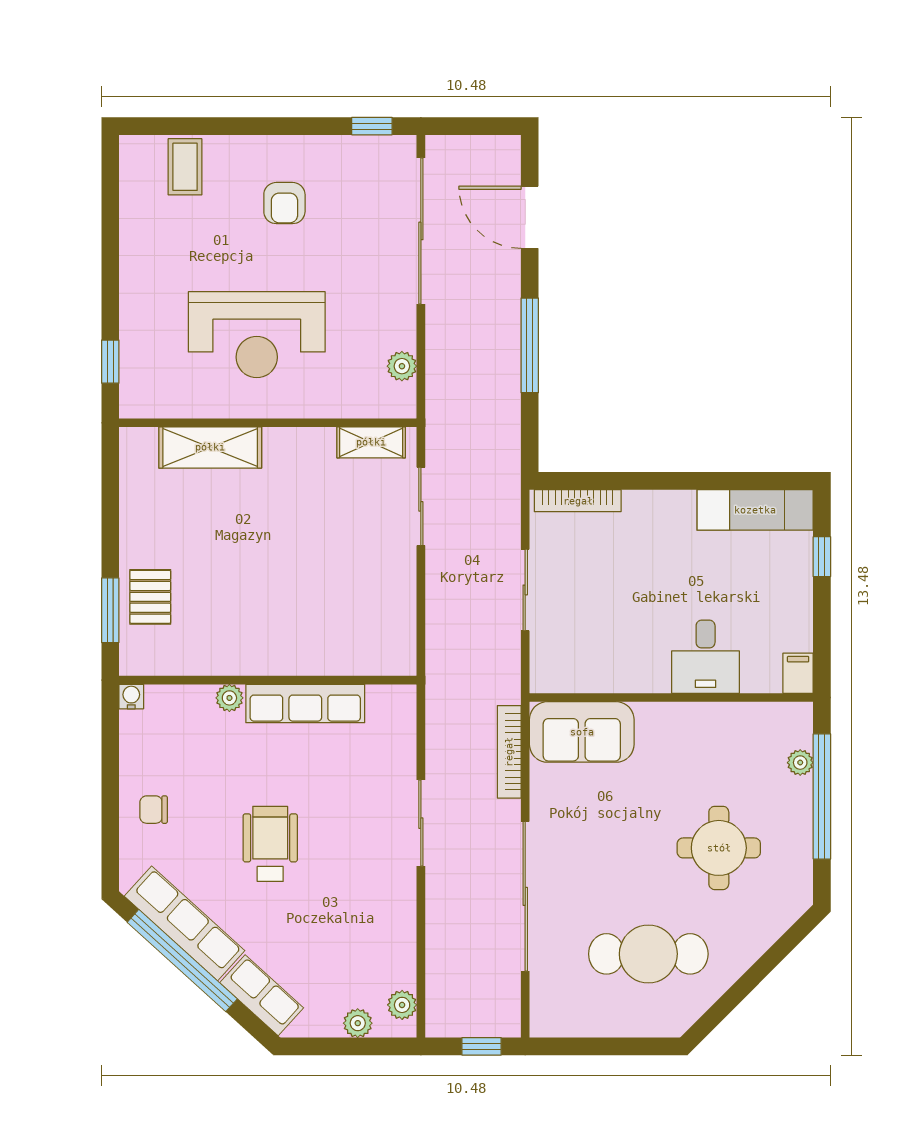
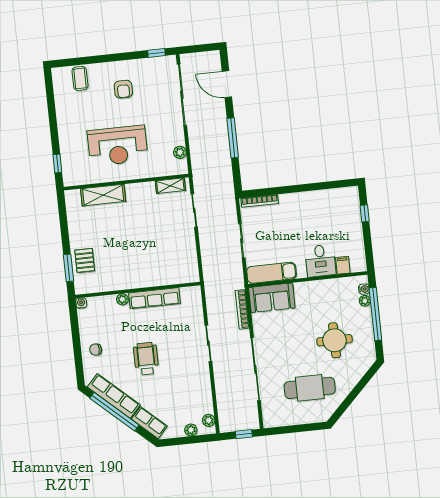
exam couch: (755, 510) -> (272, 273), moved, turned 180
filing cabinet: (798, 673) -> (343, 265), moved
water cooler: (801, 735) -> (364, 289), added

